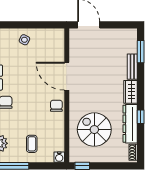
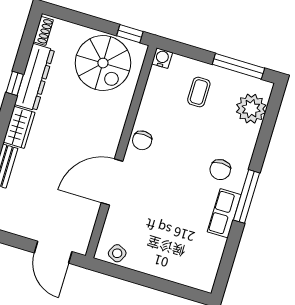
side table: (24, 40) -> (117, 253), moved
door: (67, 76) -> (112, 182), swing flipped
spiral stairs: (94, 130) -> (103, 63), moved

